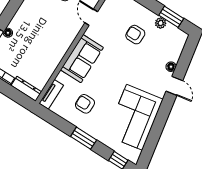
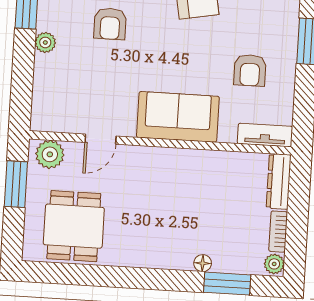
plant: (161, 23) -> (45, 42), moved
armchair: (135, 35) -> (110, 24), moved

